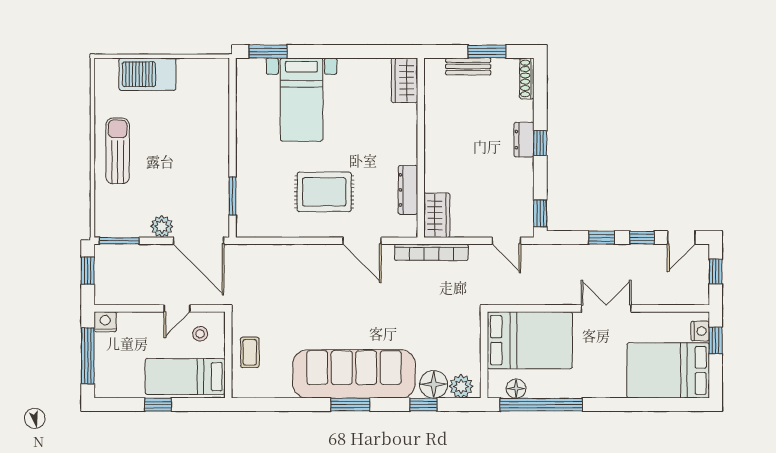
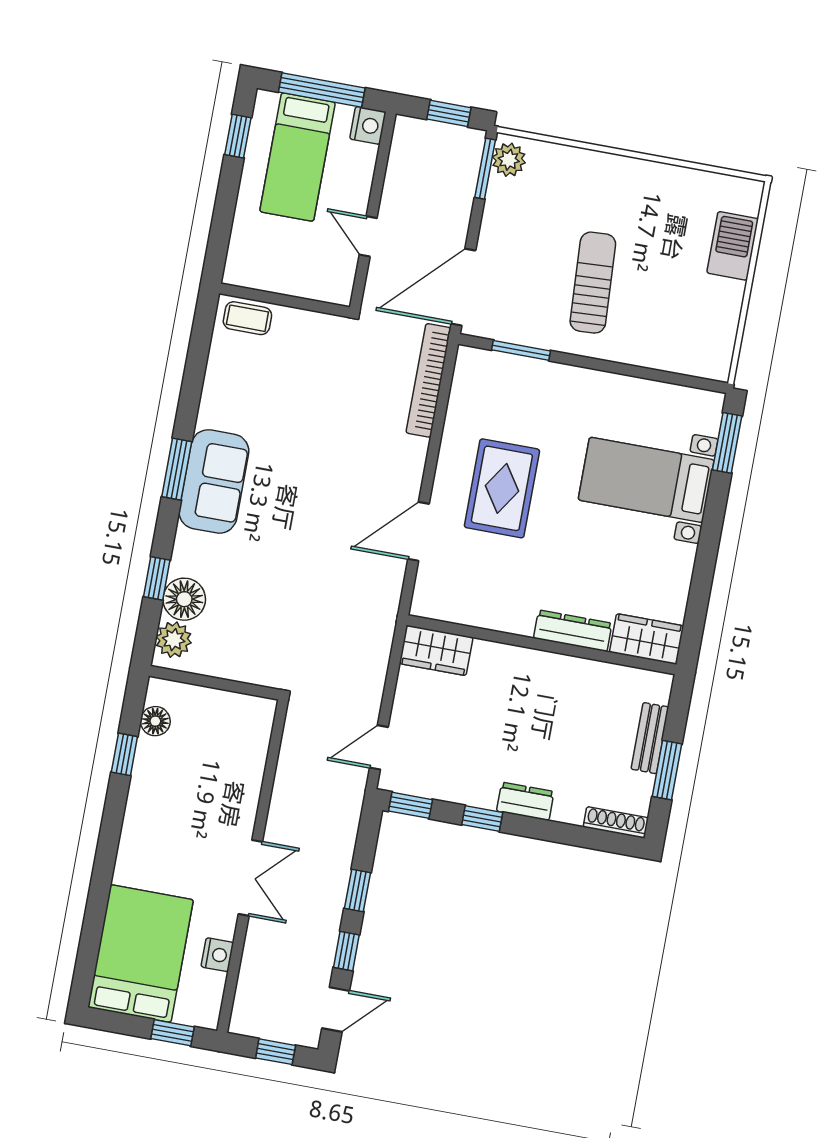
barbecue: (147, 74) -> (733, 246), width x0.73, depth x0.83
window: (540, 143) -> (482, 818), moved
sun lounger: (118, 151) -> (593, 283), moved, turned -93
dresser: (408, 190) -> (573, 631), moved
plant: (162, 226) -> (509, 160), moved
door: (681, 238) -> (336, 1009), swing flipped
bookcase: (431, 252) -> (428, 380), moved
nightstand: (700, 331) -> (217, 955), moved, turned -90
stool: (200, 334) -> (324, 264), removed
bed: (530, 340) -> (224, 755), removed
coffee table: (250, 352) -> (247, 318), moved
sofa: (354, 374) -> (214, 481), width x0.54, depth x0.79
bed: (185, 377) -> (298, 157), moved, turned 180
window: (158, 405) -> (238, 136), moved
window: (541, 405) -> (124, 754), width x0.32

